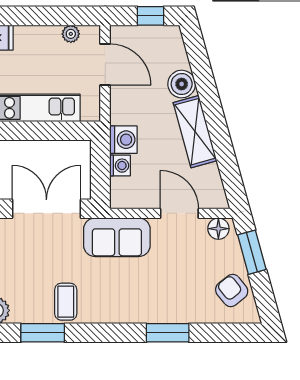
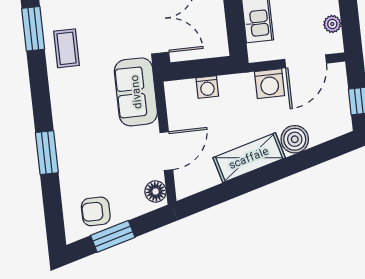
washing machine: (123, 140) -> (269, 84), moved
window: (252, 252) -> (113, 236), moved
armchair: (232, 290) -> (96, 211), turned -141
coffee table: (66, 302) -> (67, 48), turned 90

